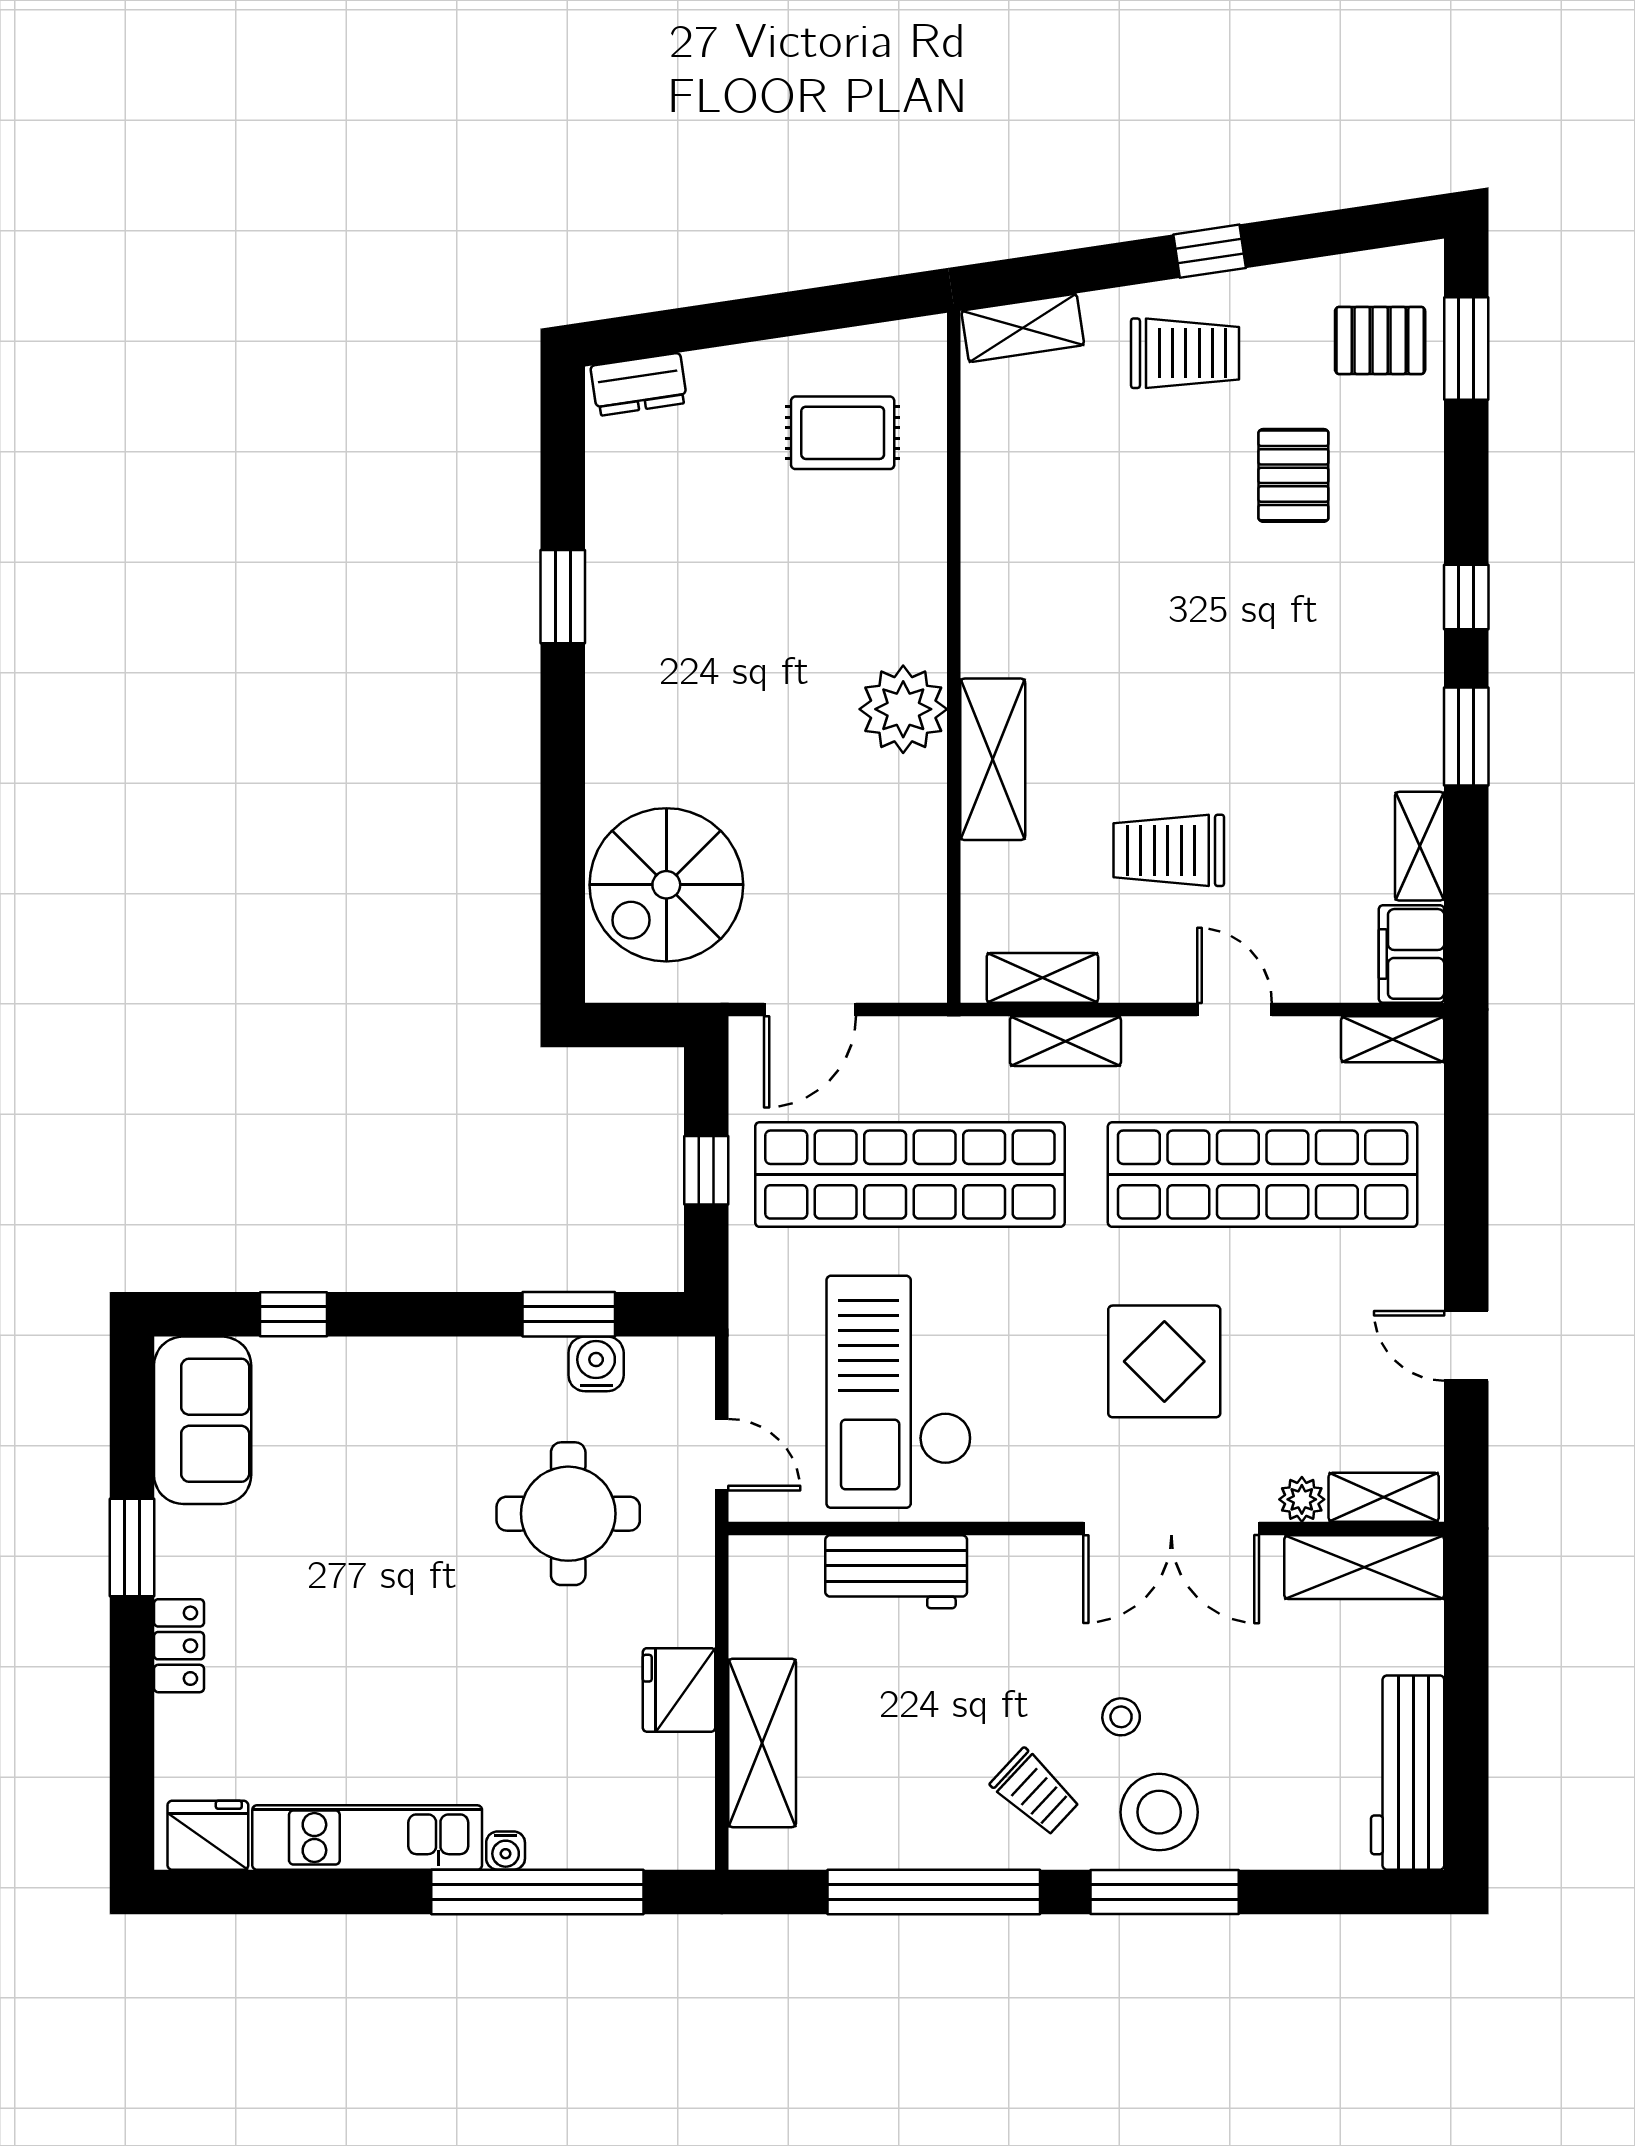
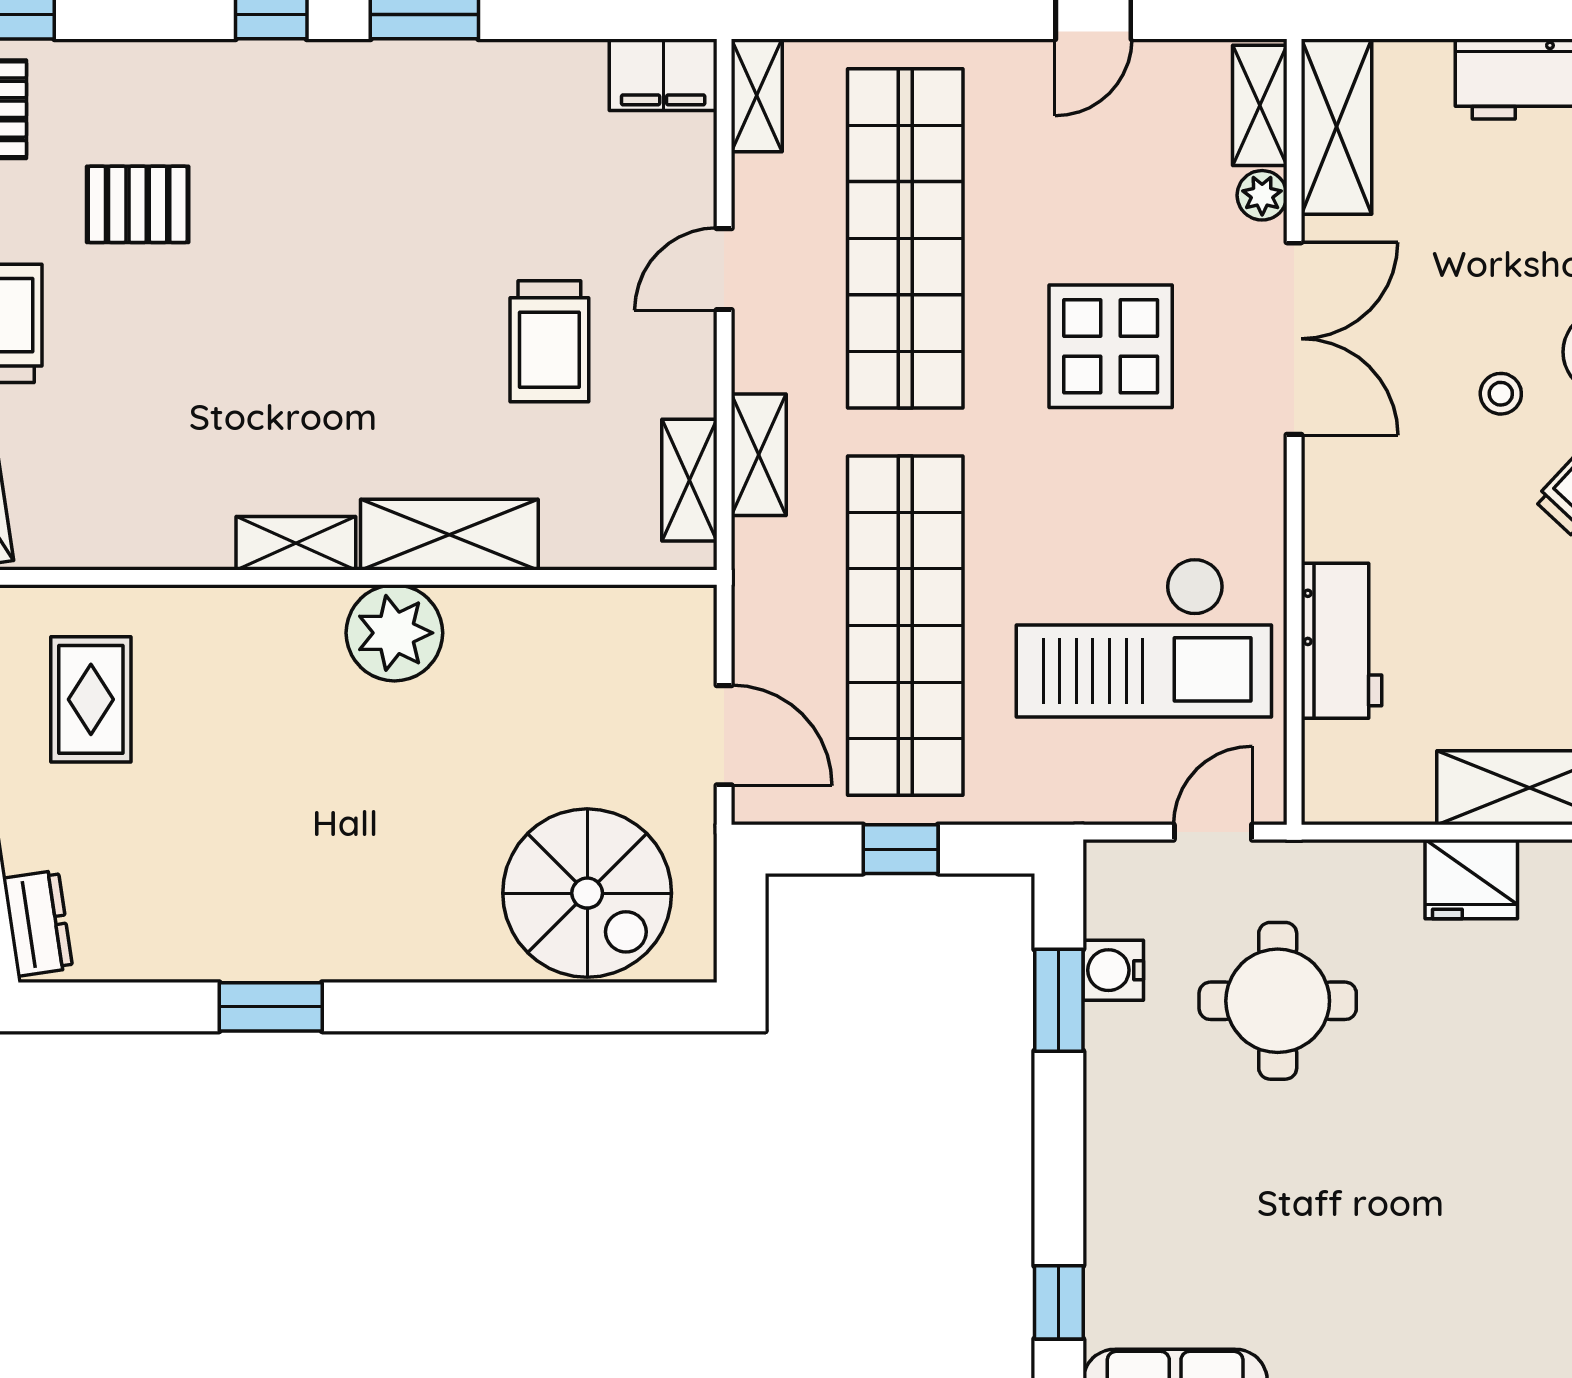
shelving: (1420, 846) -> (296, 543), moved

